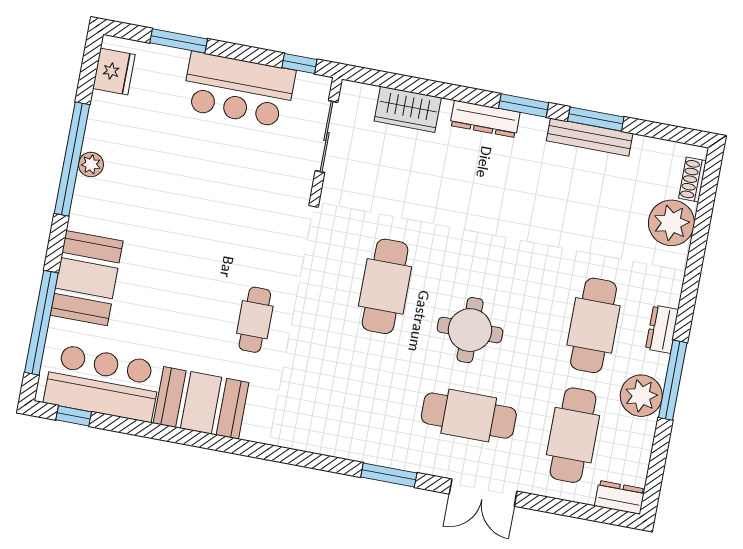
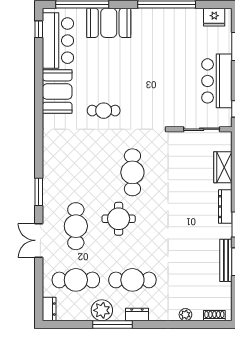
plant: (91, 164) -> (166, 14), removed
plant: (671, 223) -> (185, 315), width x0.53, depth x0.53
cafe table: (385, 286) -> (132, 172), turned 90

